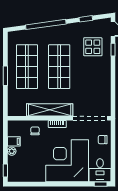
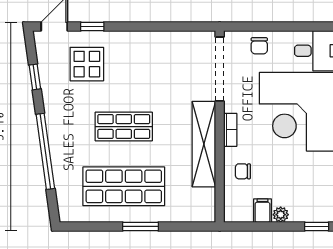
shop shelf: (59, 67) -> (124, 127), width x0.70, depth x0.74

